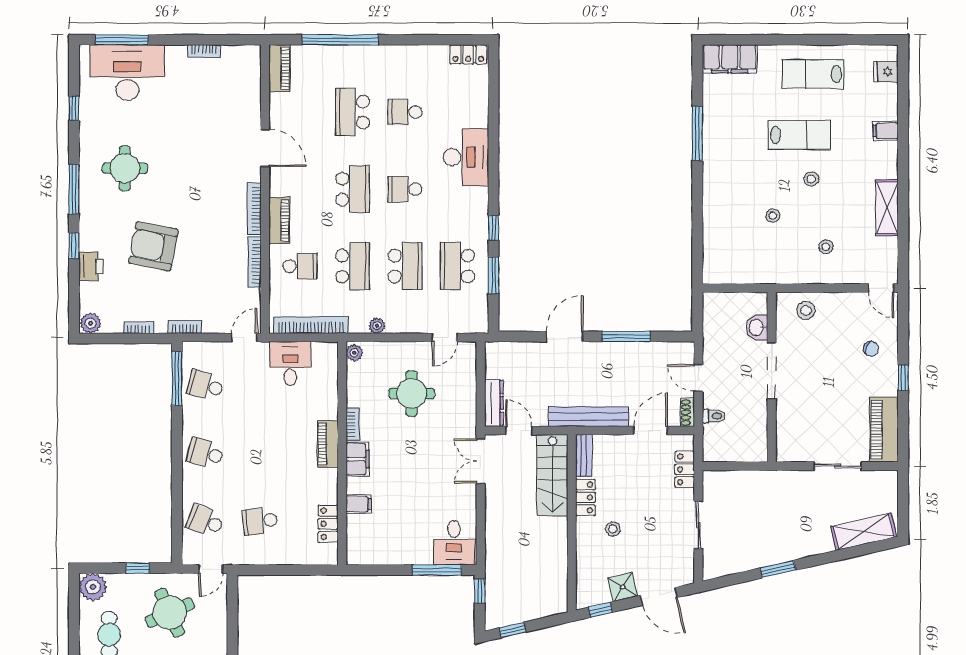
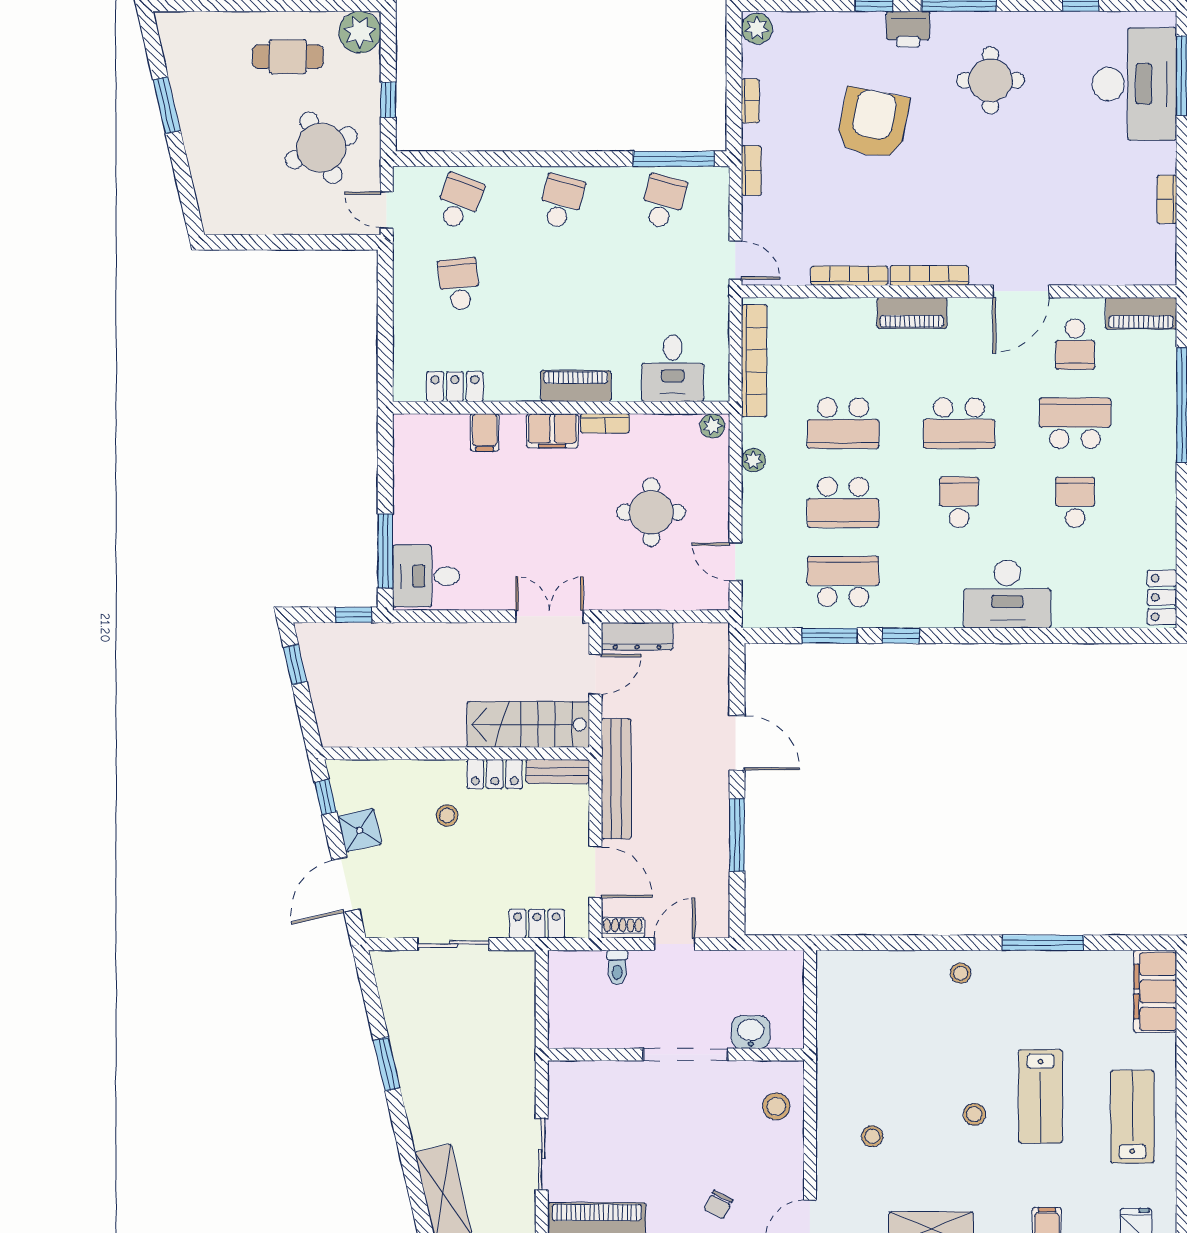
stool: (773, 216) -> (961, 973), moved
printer: (91, 266) -> (908, 29), moved
school desk: (300, 266) -> (1075, 344), moved
desk: (290, 364) -> (673, 368), moved, turned 90

